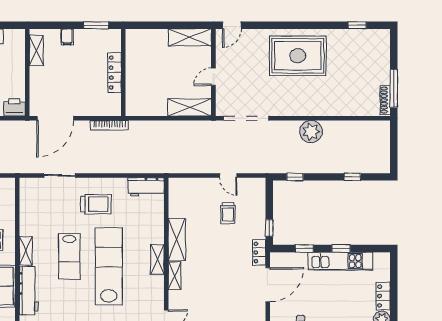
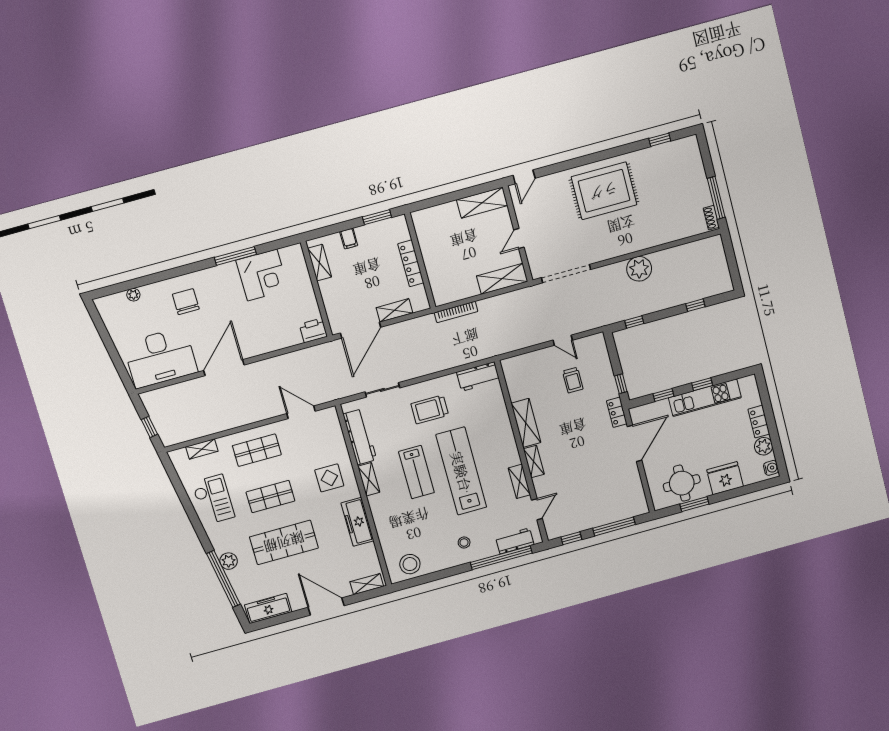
shoe rack: (385, 100) -> (711, 218), width x0.70
shelving: (89, 109) -> (394, 310), added
bookcase: (109, 125) -> (456, 312), moved
trolley: (96, 204) -> (430, 409), turned 180
shelving: (157, 260) -> (519, 481), moved
workbench: (29, 291) -> (360, 437), moved

